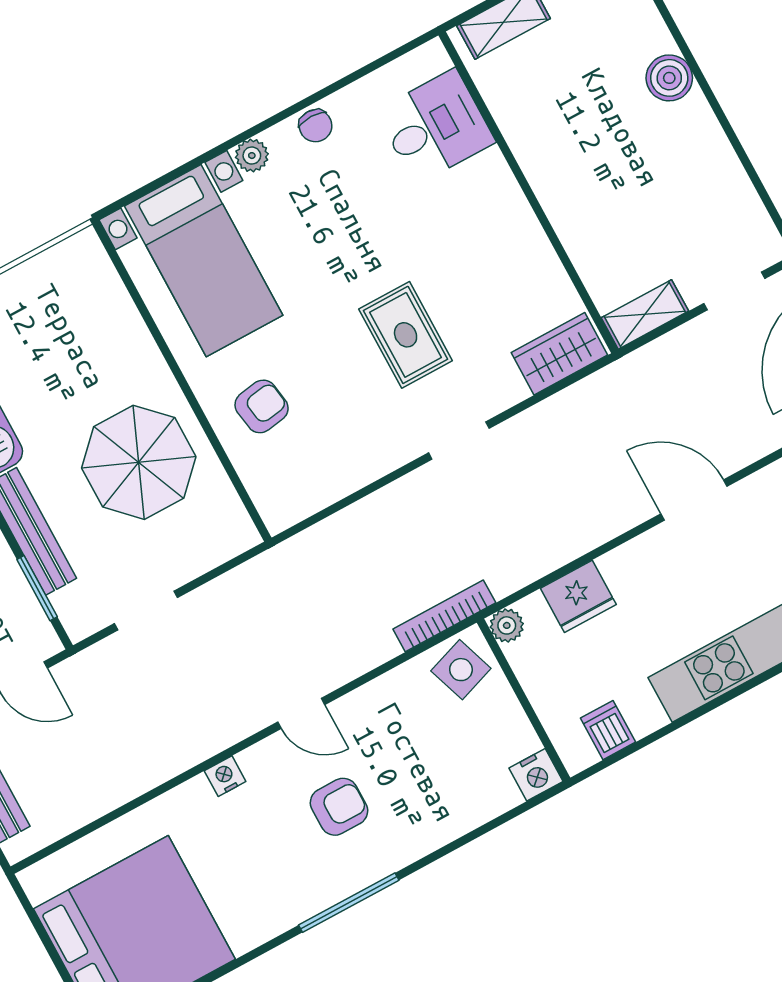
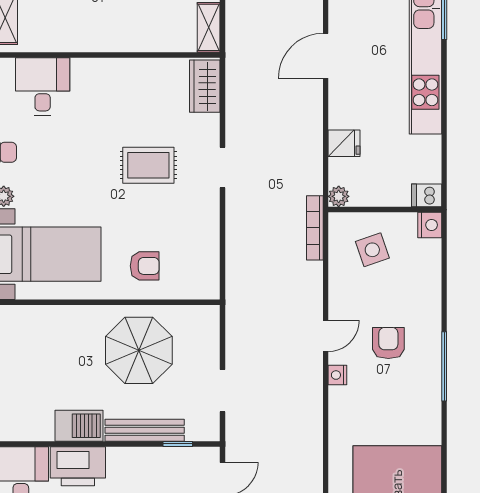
armchair: (262, 406) -> (145, 266), turned 99
window: (37, 588) -> (178, 444), width x0.67
fridge: (578, 596) -> (344, 143), width x0.72
side table: (461, 670) -> (372, 250), moved
dishwasher: (608, 730) -> (427, 195), moved
nightstand: (225, 776) -> (337, 375), moved

